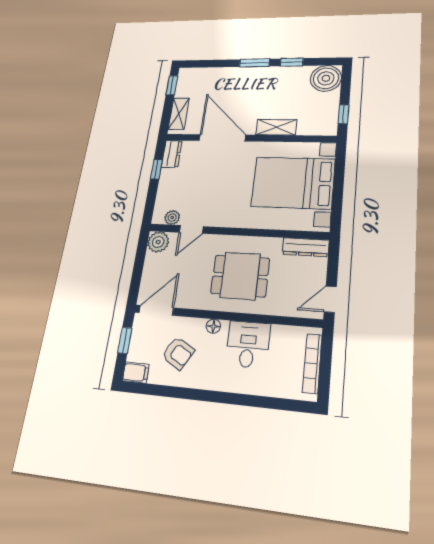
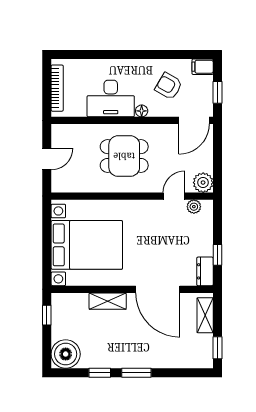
dresser: (306, 247) -> (71, 185), removed
door: (330, 299) -> (47, 159), moved
desk: (248, 344) -> (111, 98), width x1.37

